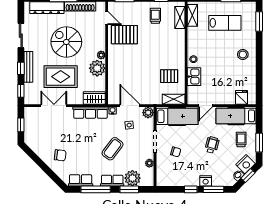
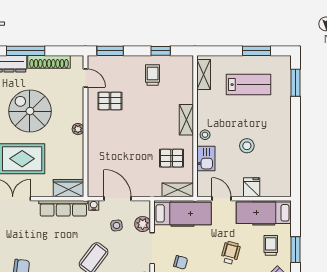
shelving: (180, 18) -> (186, 120), moved
pallet: (124, 35) -> (110, 101), width x0.67, depth x0.71
stool: (243, 54) -> (247, 146), moved
plant: (97, 68) -> (73, 147), removed
fridge: (242, 97) -> (252, 187), moved
door: (205, 106) -> (221, 199), swing flipped
plant: (148, 113) -> (143, 224), moved

